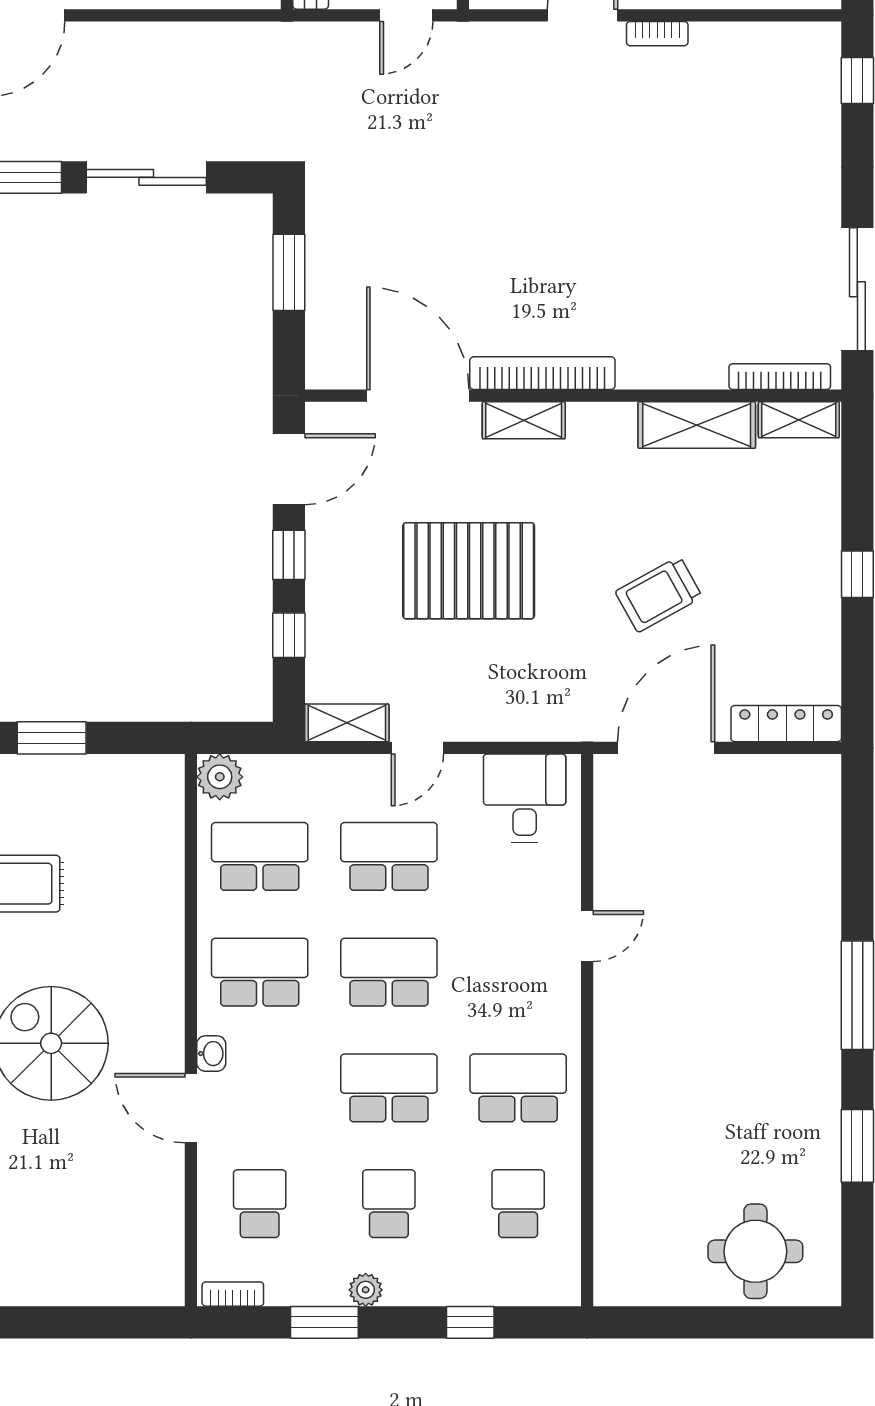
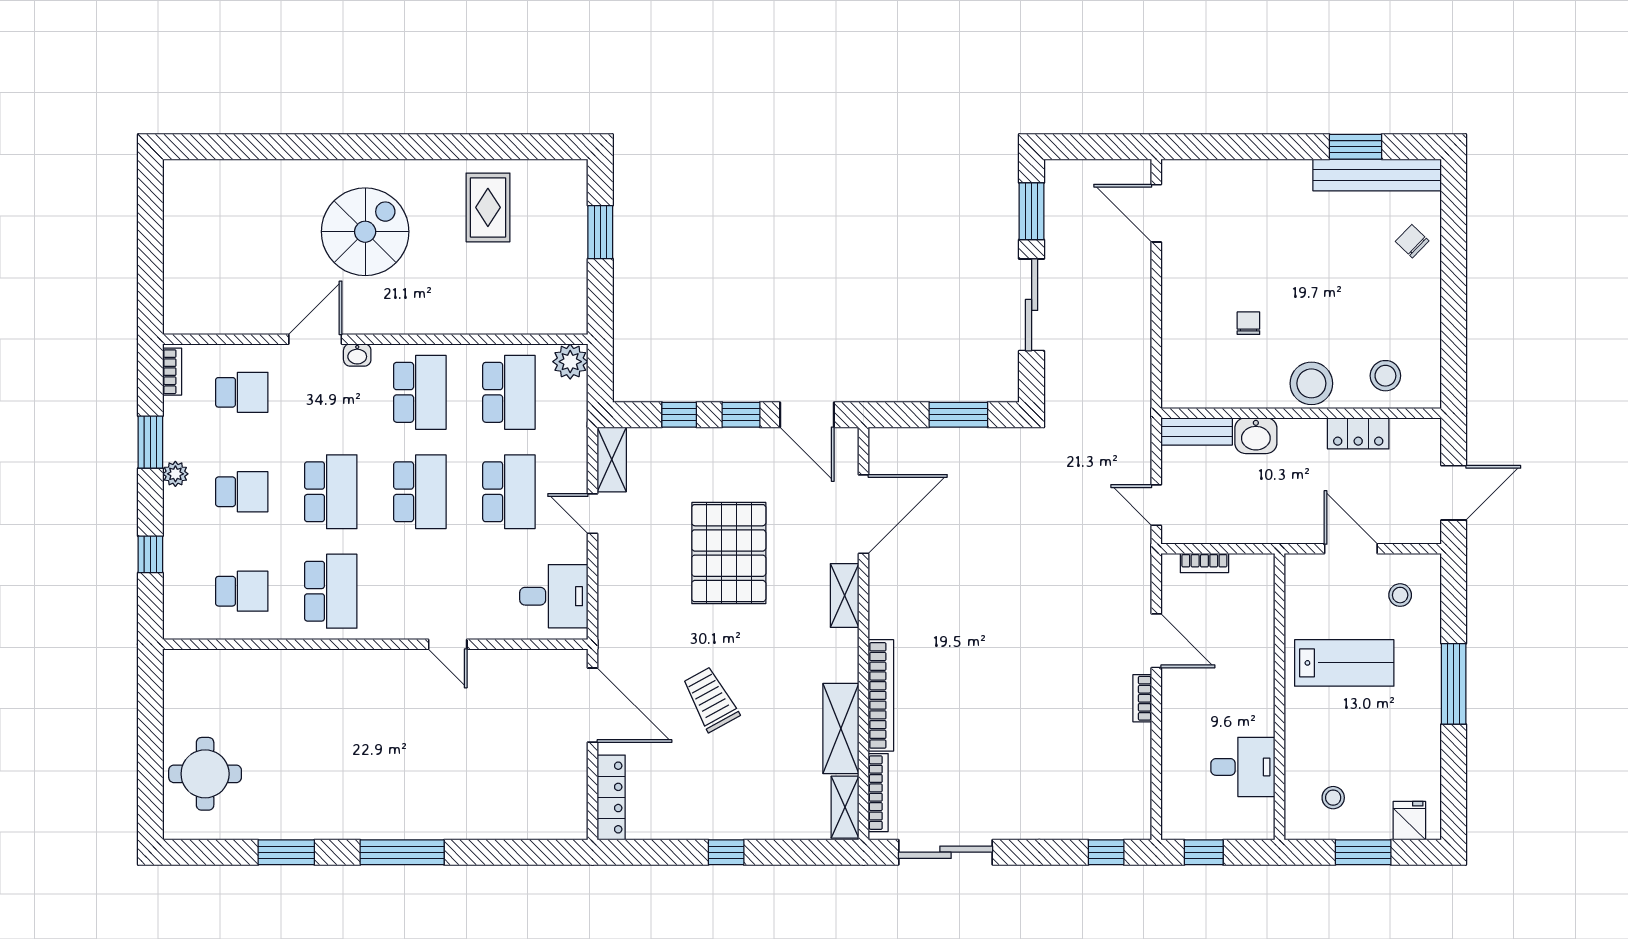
bookcase: (542, 373) -> (881, 695), moved

